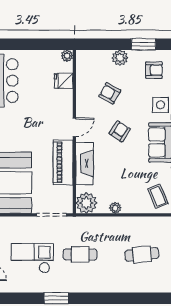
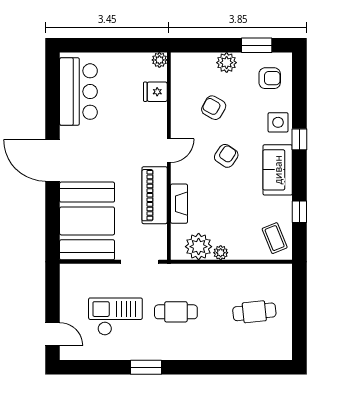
fireplace: (85, 163) -> (179, 204), width x0.73, depth x0.76
plant: (86, 203) -> (199, 247), moved

